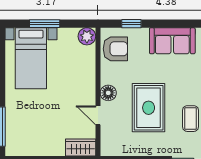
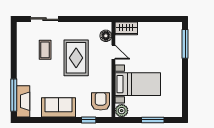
armchair: (115, 49) -> (101, 101), turned 90
bed with nightstands: (31, 58) -> (138, 84), moved, turned 90
floor lamp: (108, 93) -> (106, 36), moved

